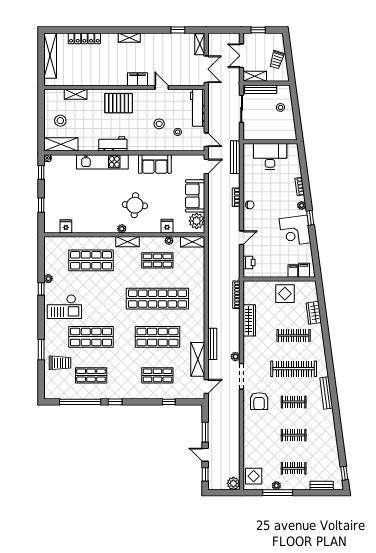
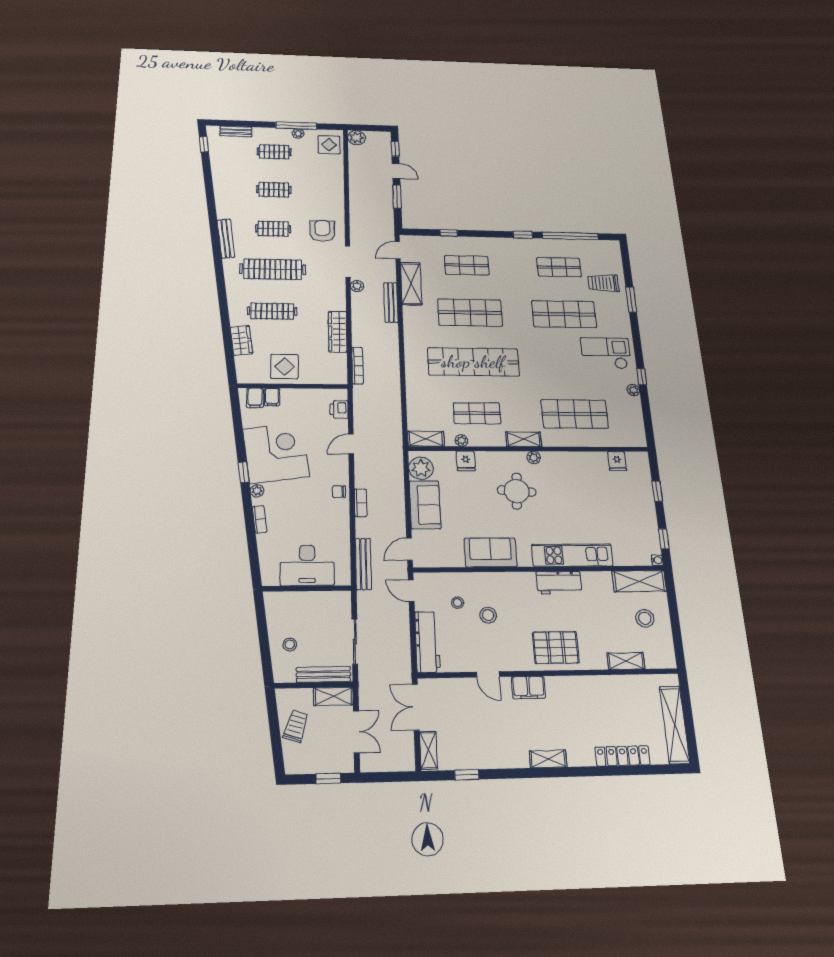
corner desk: (295, 231) -> (276, 453), width x1.36, depth x1.36

